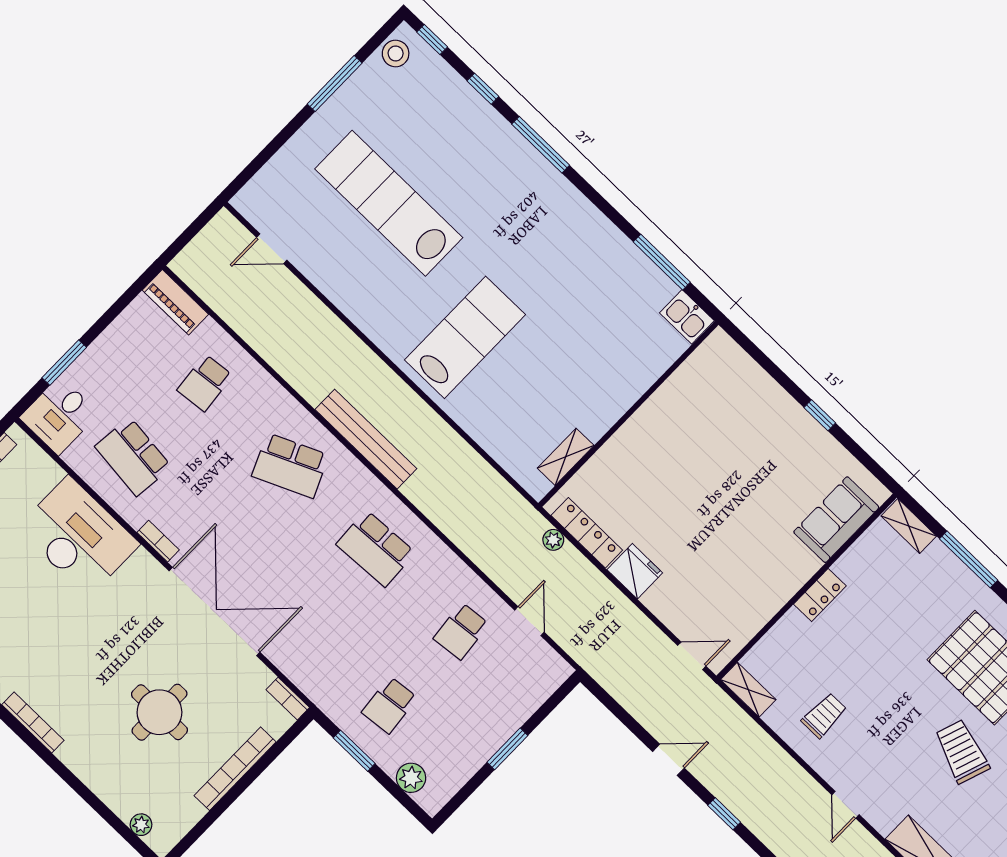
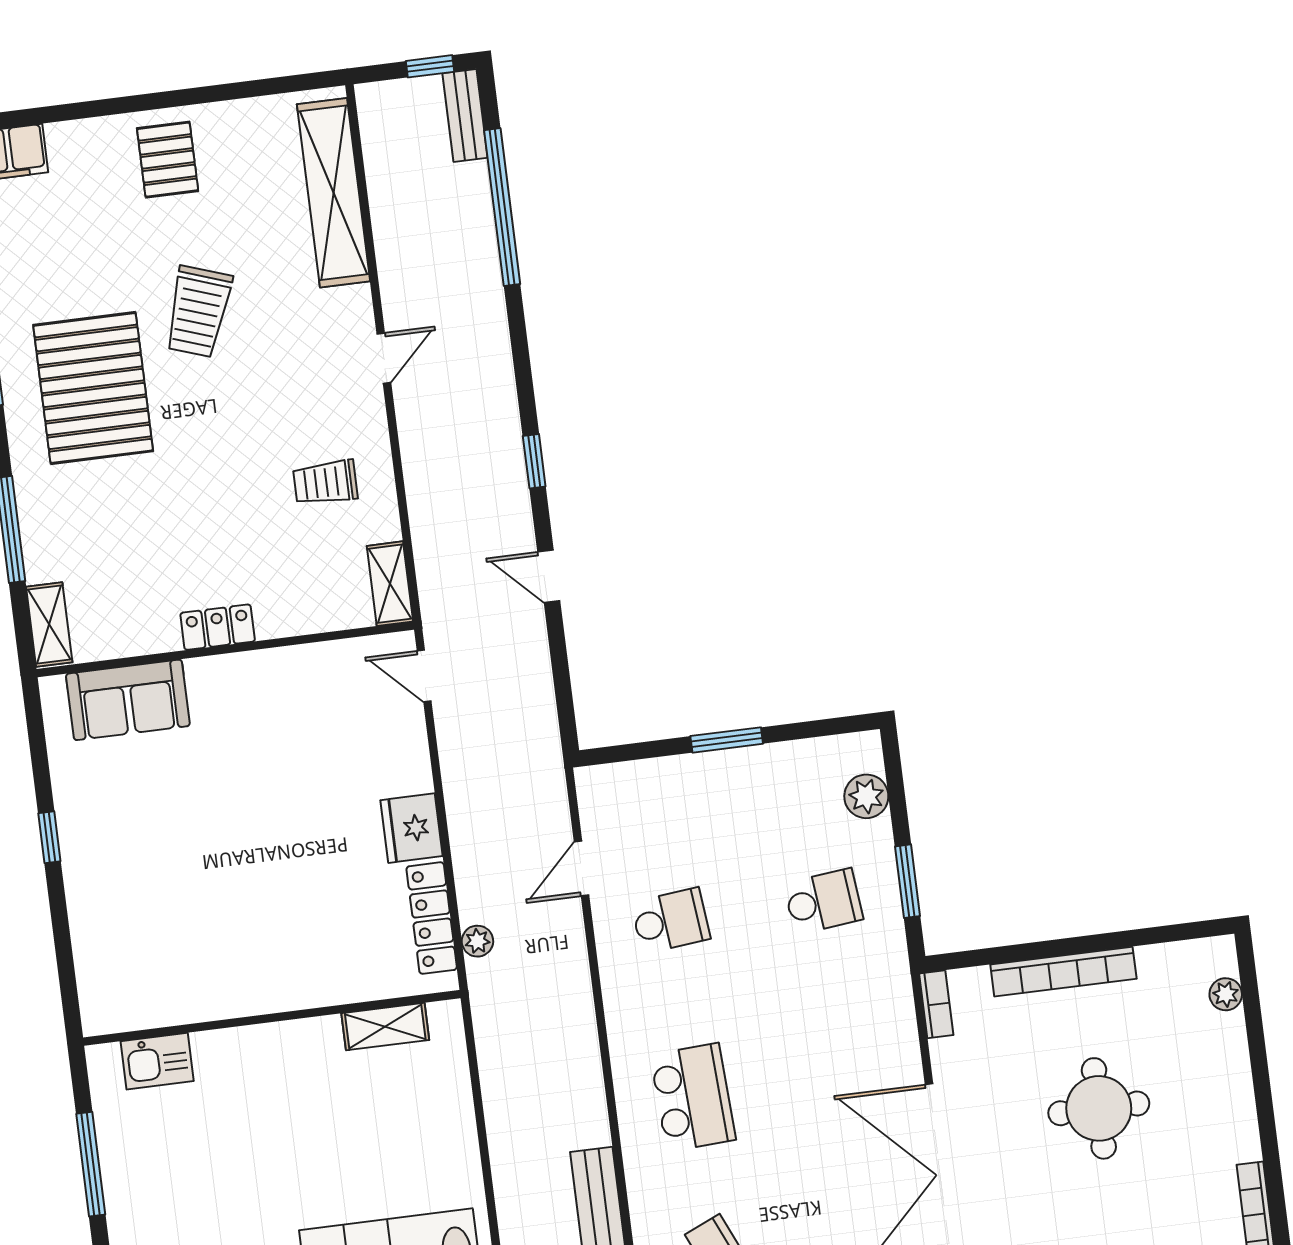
kitchen sink: (687, 317) -> (157, 1061), moved, turned 90

